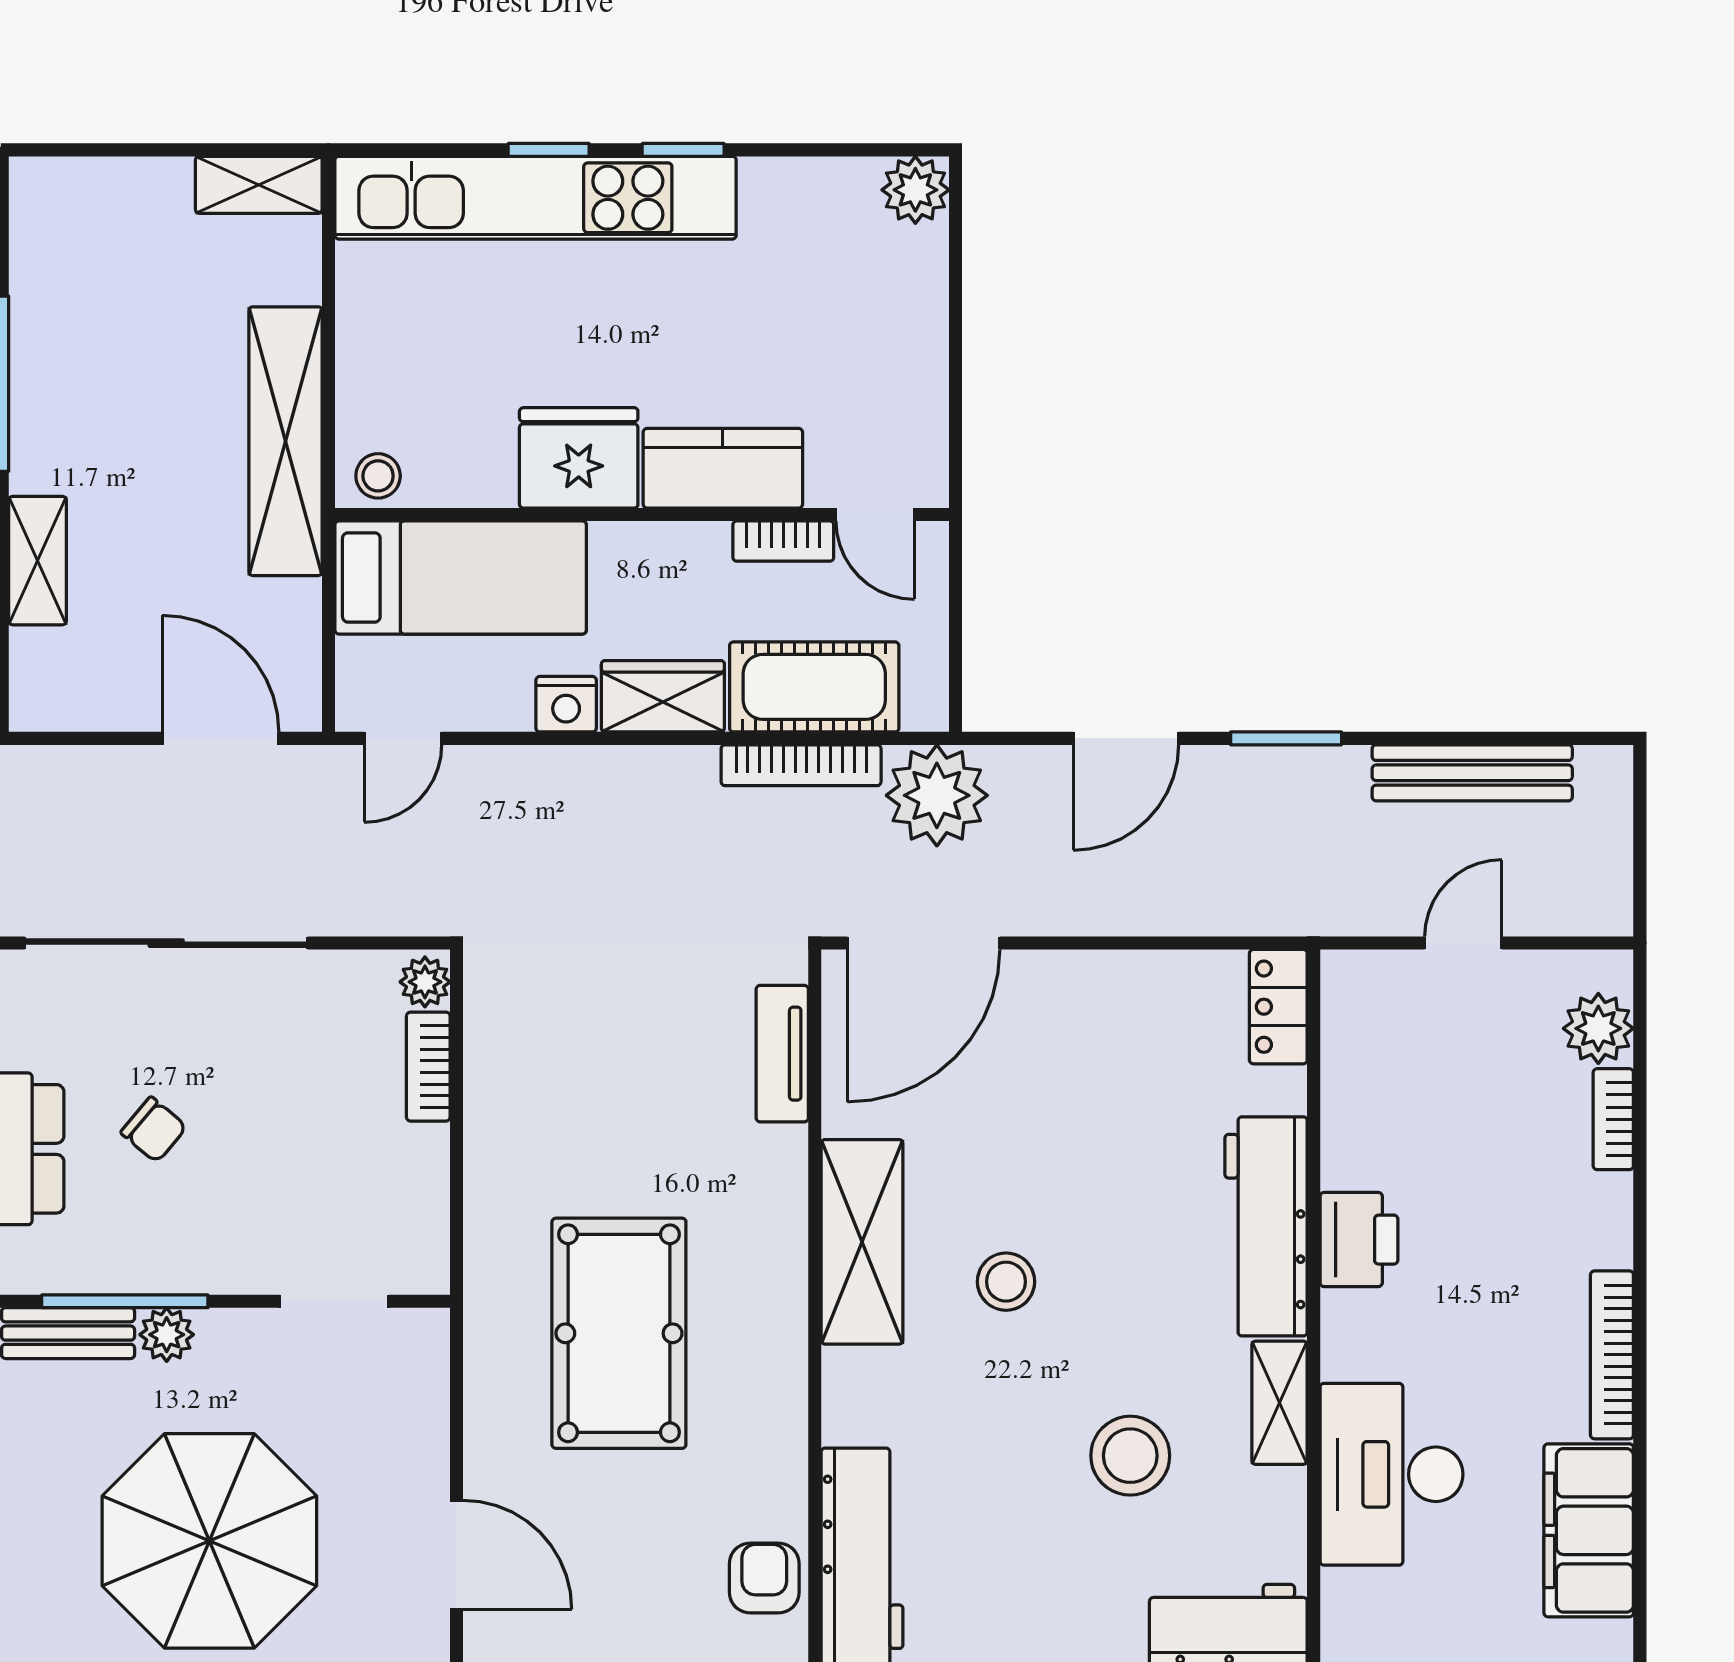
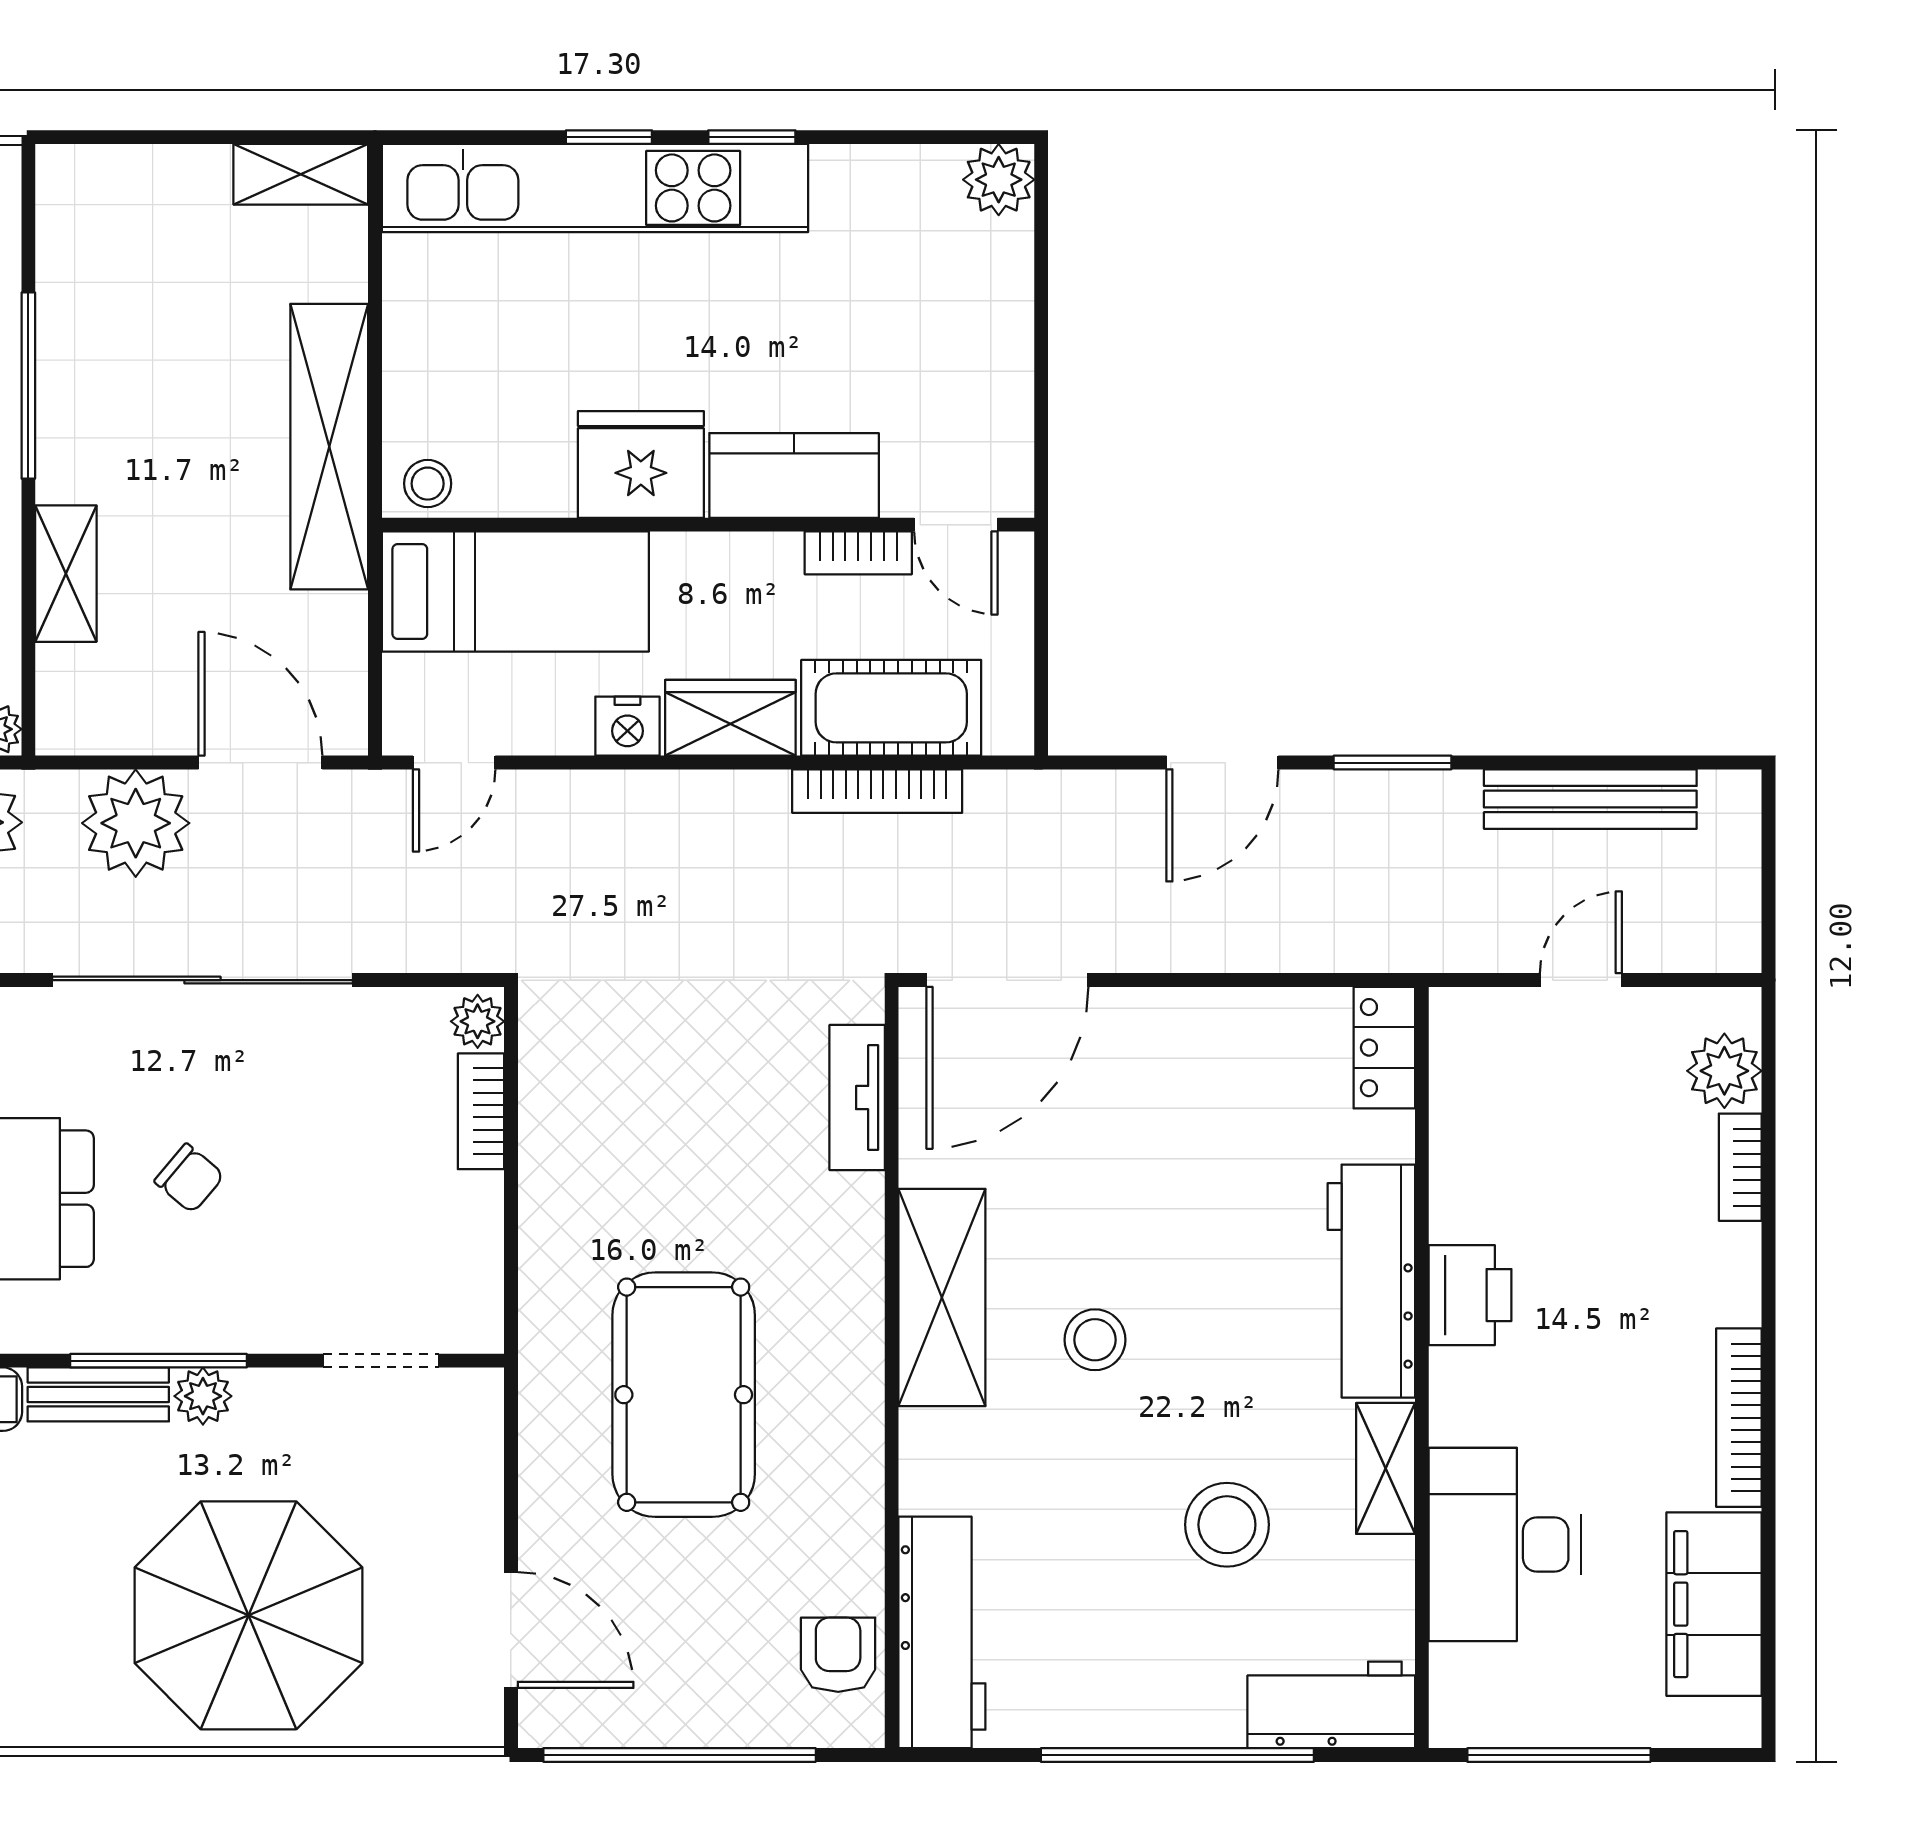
plant: (937, 795) -> (136, 823), moved

